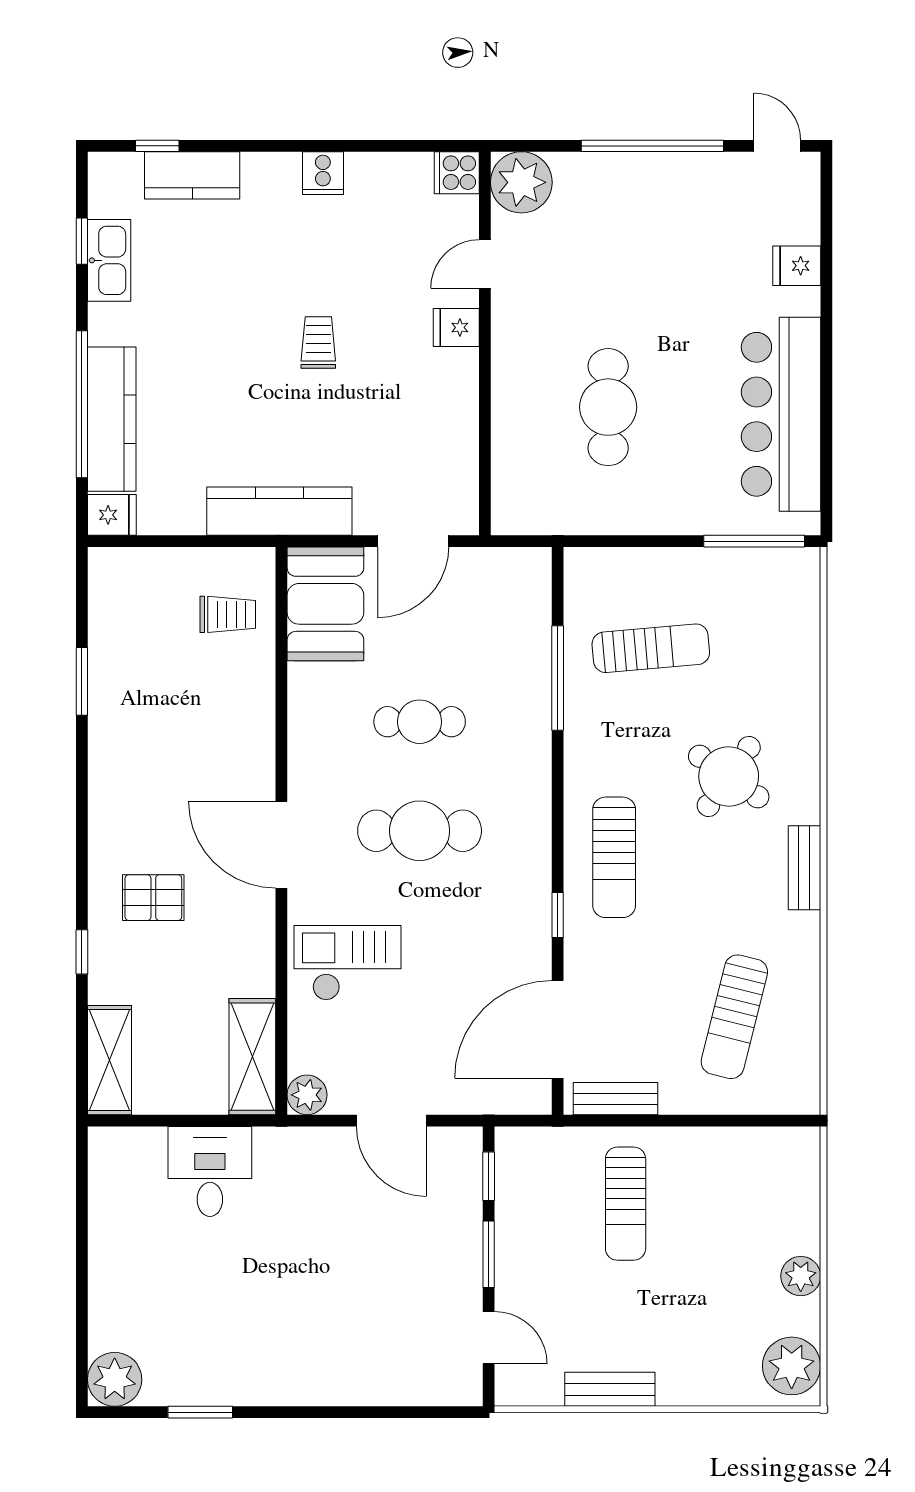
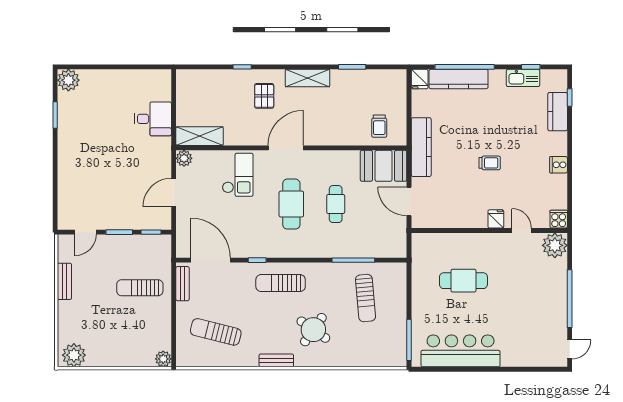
fridge: (797, 266) -> (521, 357), removed
shelving: (109, 1060) -> (307, 78), moved
plant: (801, 1276) -> (163, 359), moved

